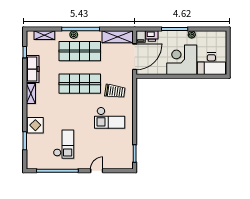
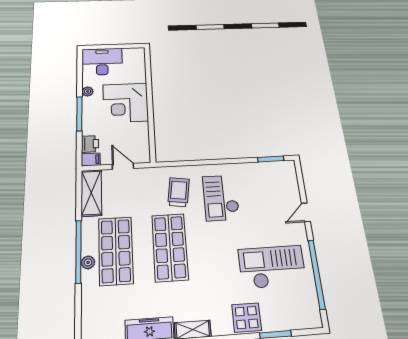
shelving: (44, 35) -> (89, 313), removed
door: (135, 57) -> (123, 166), width x0.53
desk: (211, 64) -> (102, 62), moved, turned -90
checkout: (110, 118) -> (221, 198), turned 180
checkout: (64, 144) -> (272, 267), width x1.36, depth x1.21
door: (97, 171) -> (306, 212), hinge flipped

